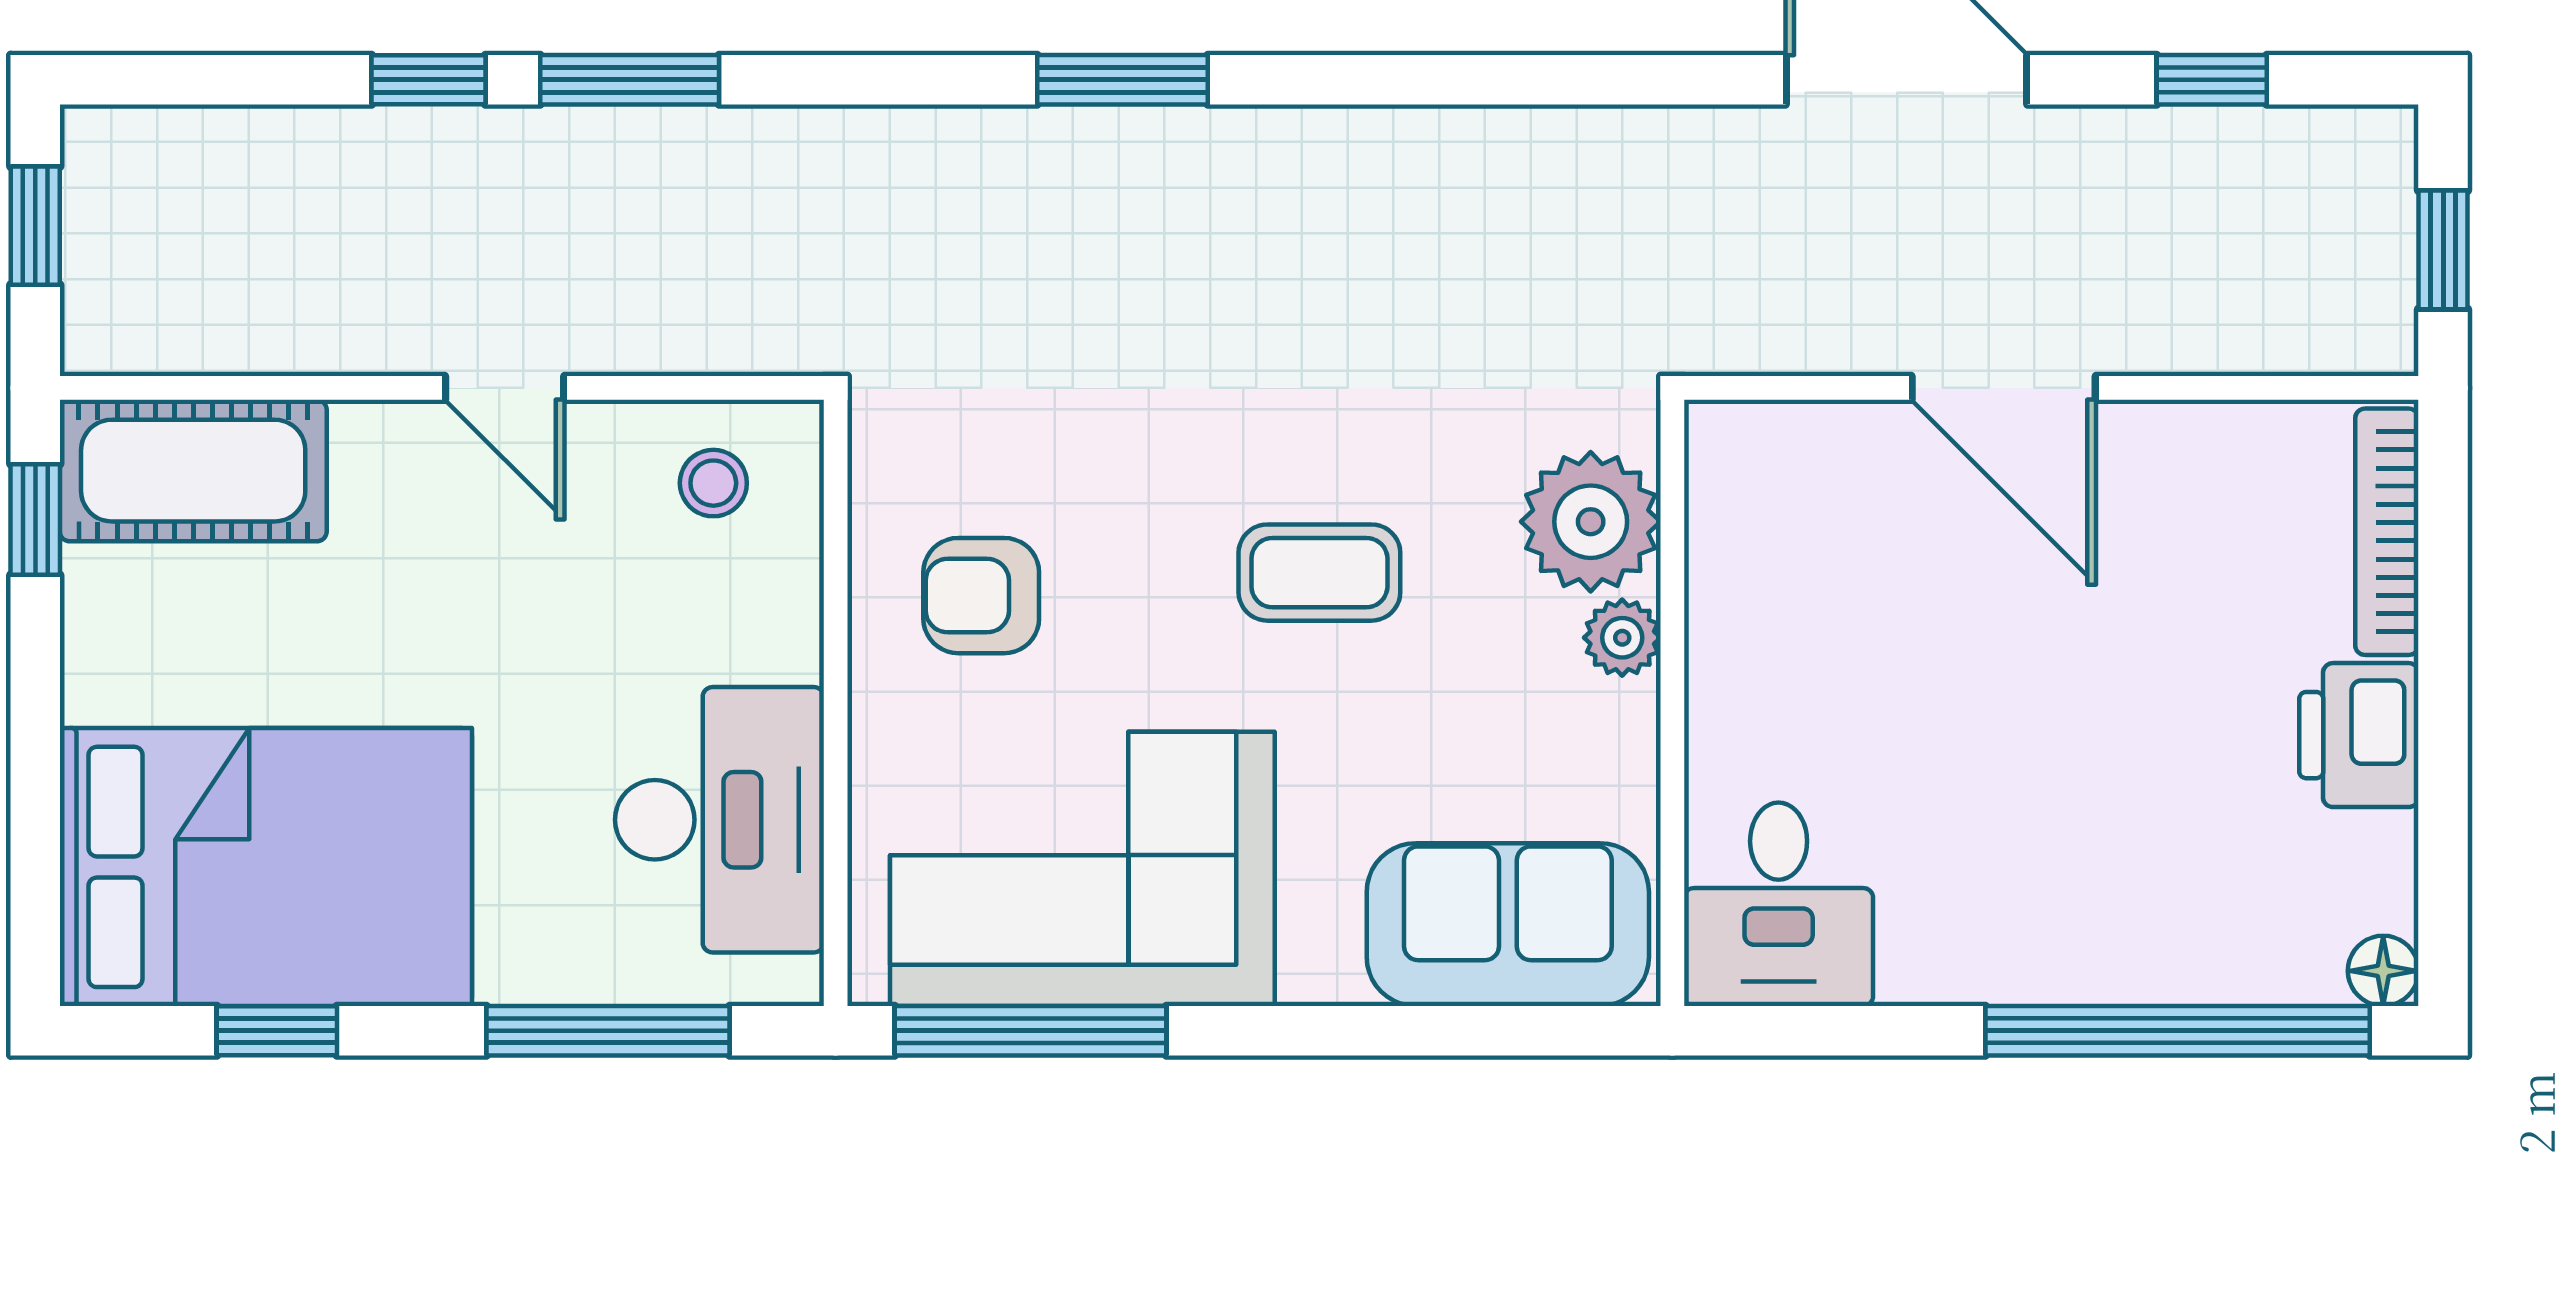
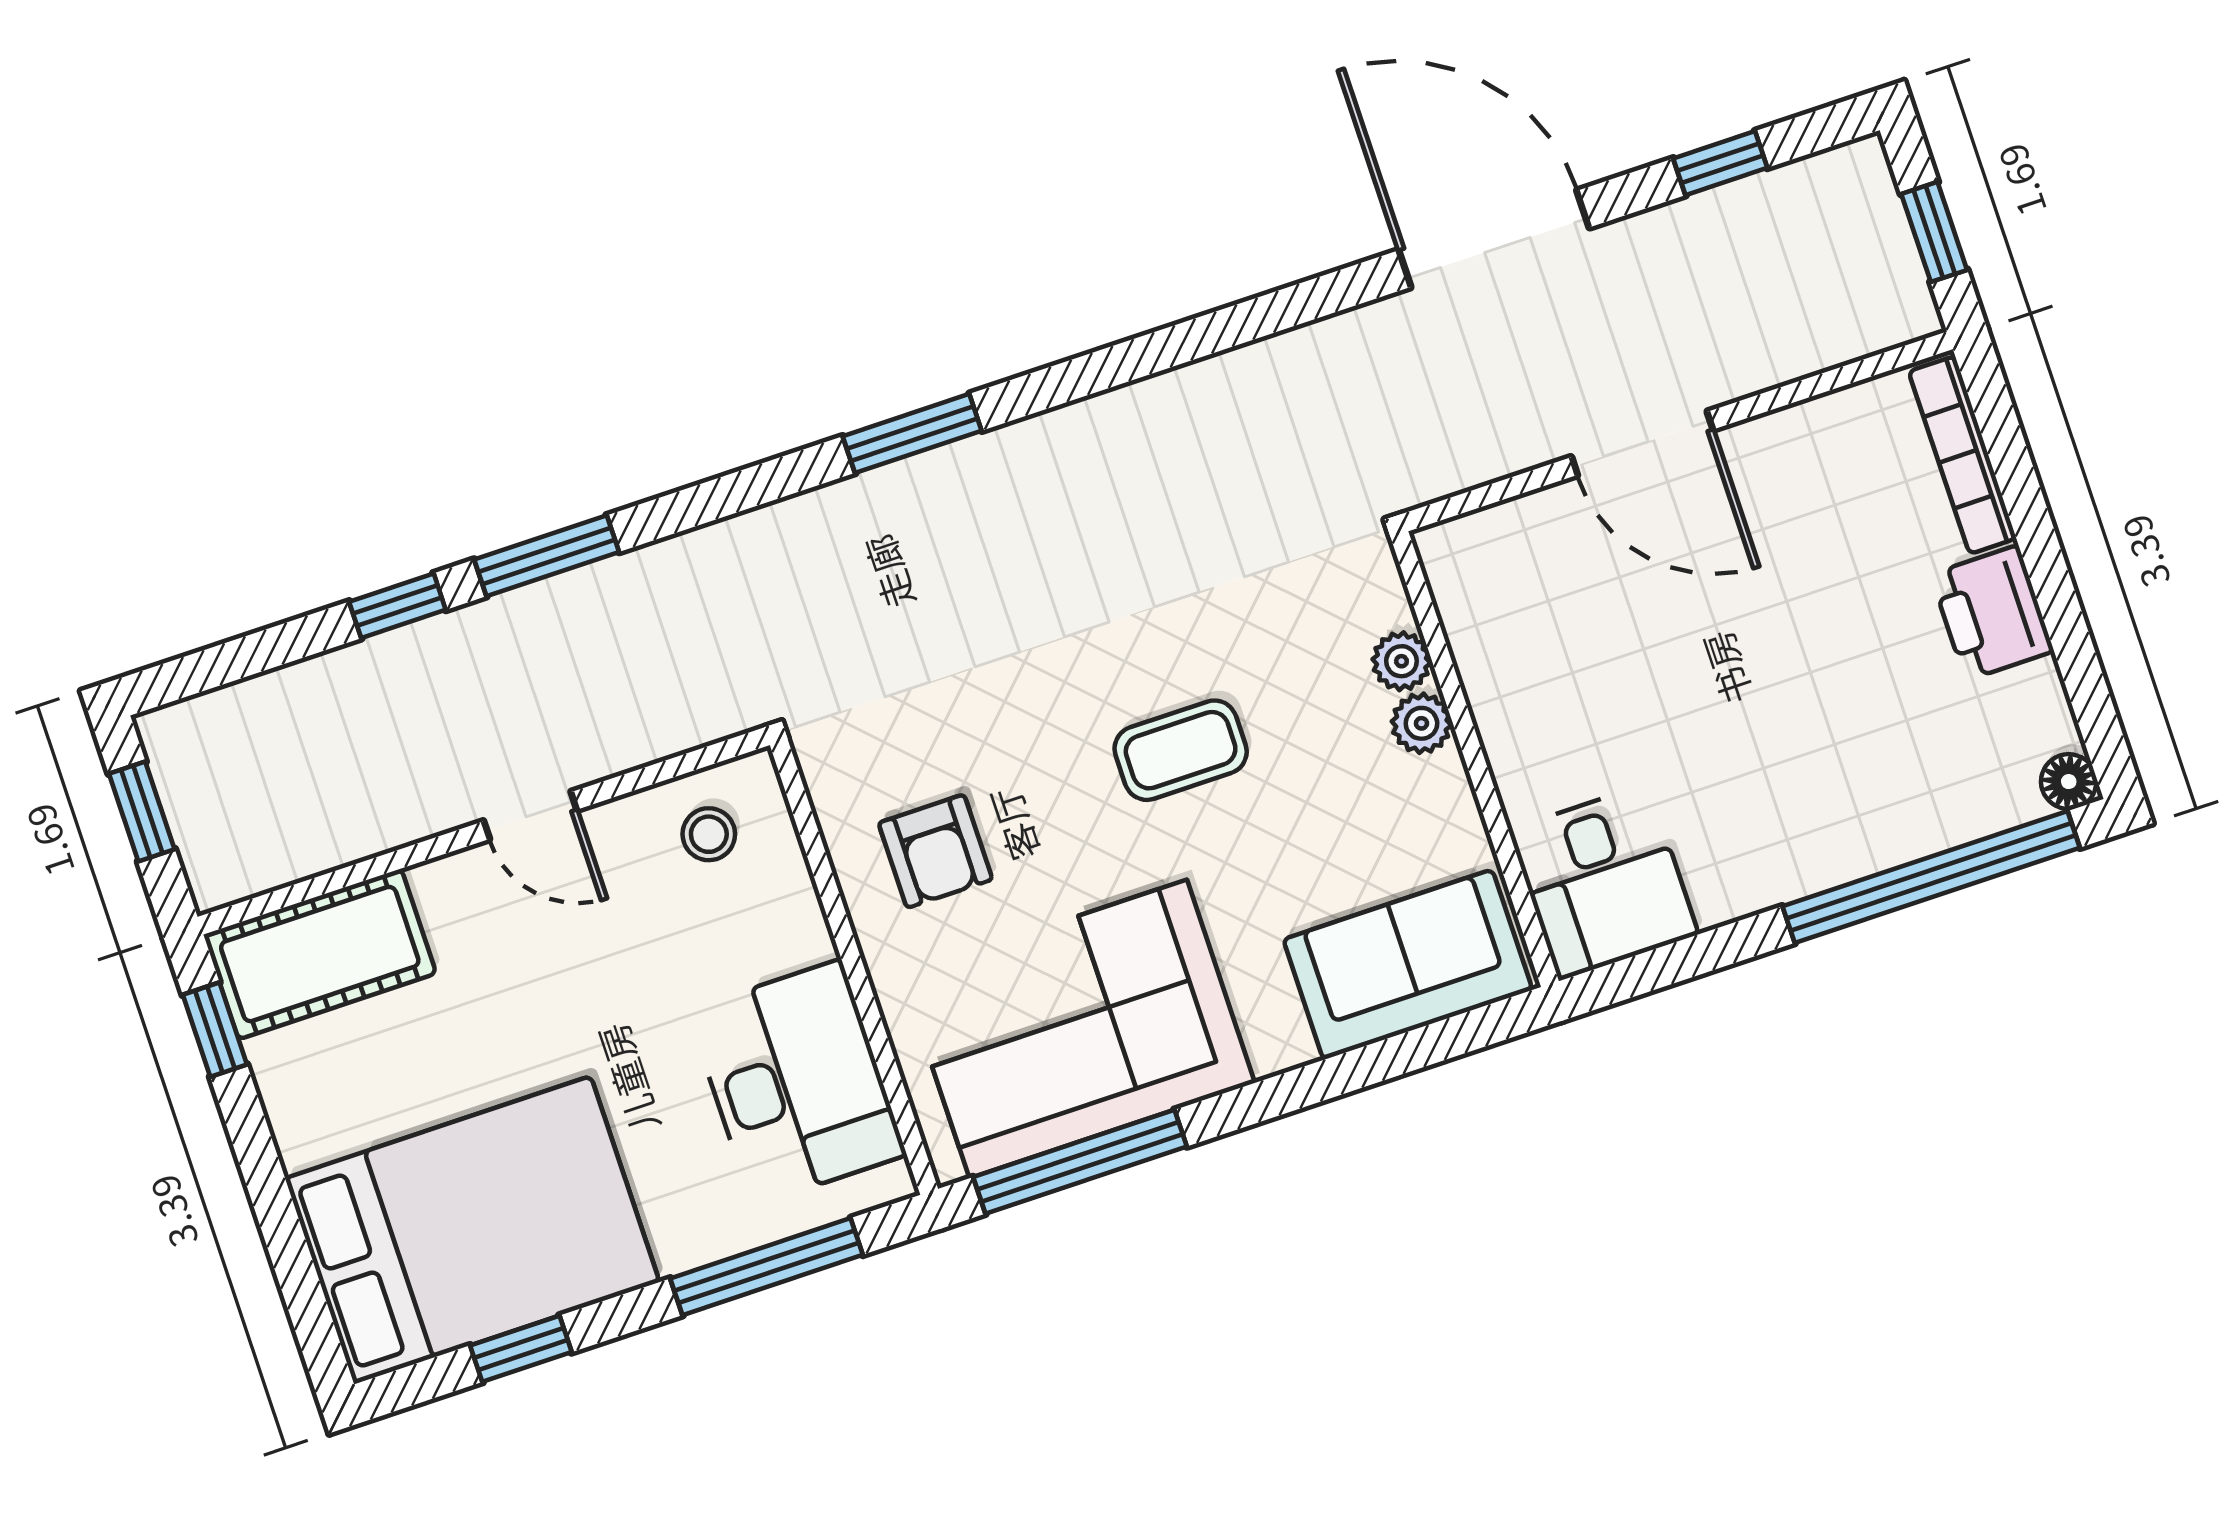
plant: (1591, 522) -> (1401, 661), width x0.53, depth x0.53
armchair: (981, 596) -> (935, 851), turned -90

